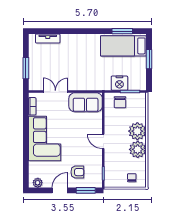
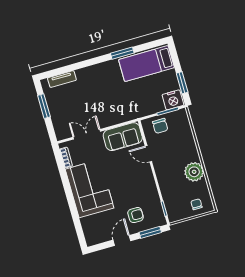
window: (122, 31) -> (122, 53), moved
window: (149, 59) -> (182, 83), moved
window: (26, 68) -> (44, 106), moved
nightstand: (119, 83) -> (173, 100), moved
plant: (137, 131) -> (188, 152), removed
door: (103, 141) -> (148, 154), moved
plant: (38, 183) -> (96, 239), removed

